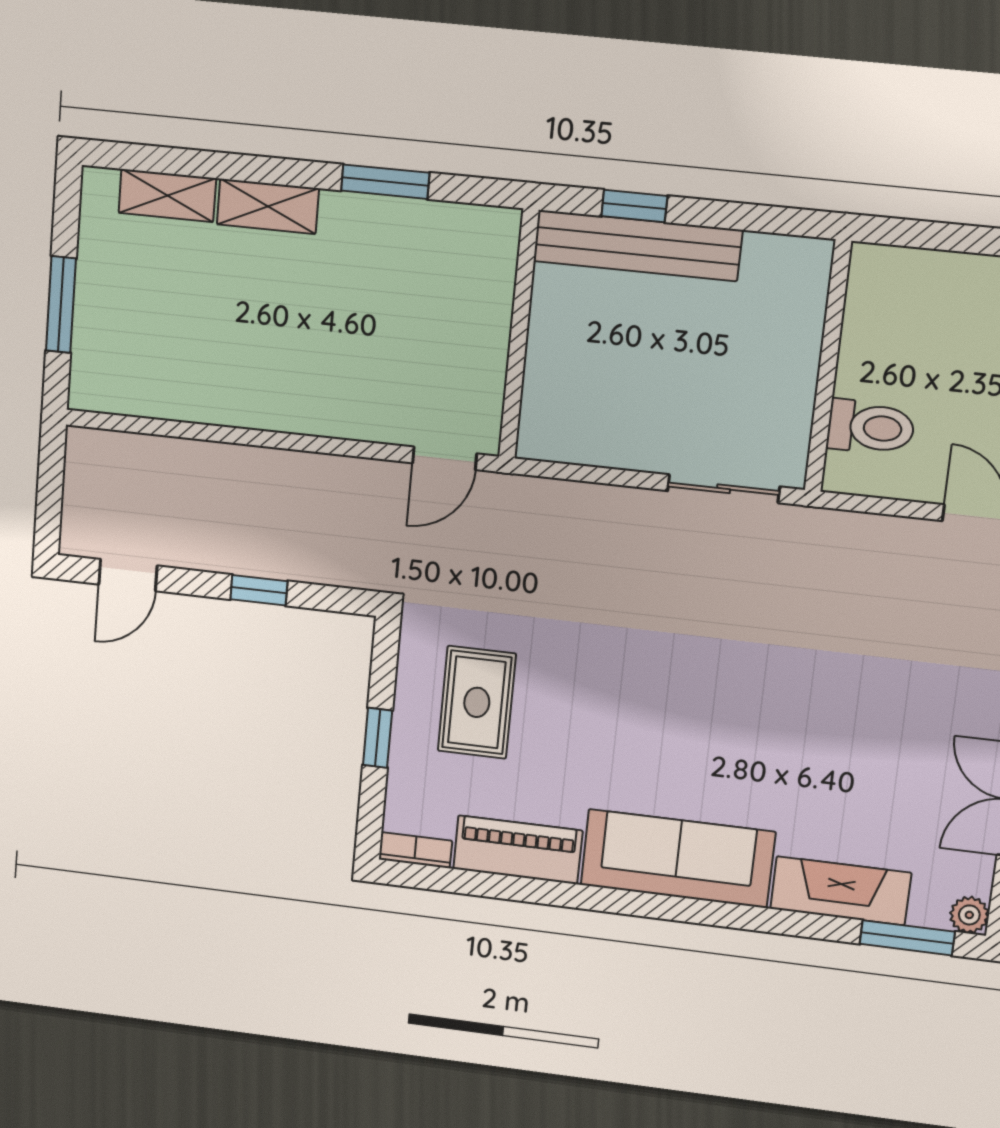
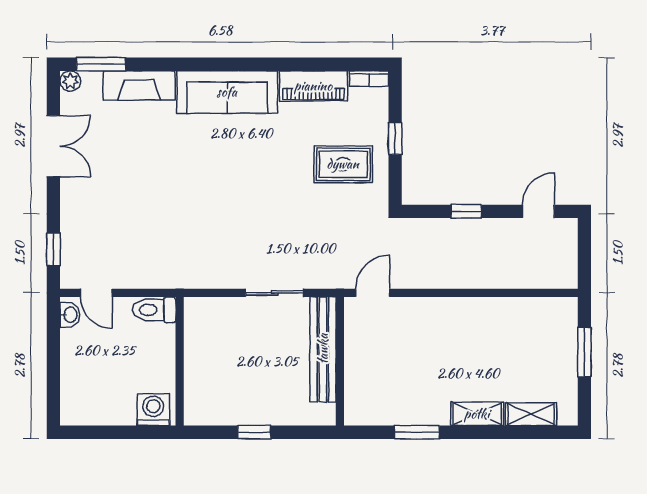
window: (634, 206) -> (254, 432), moved
bench: (638, 246) -> (323, 349), moved, turned 90
washing machine: (891, 277) -> (153, 410), added
toilet: (871, 427) -> (154, 310), moved
sliding door: (724, 489) -> (275, 293), moved
rug: (477, 702) -> (343, 164), turned 90

